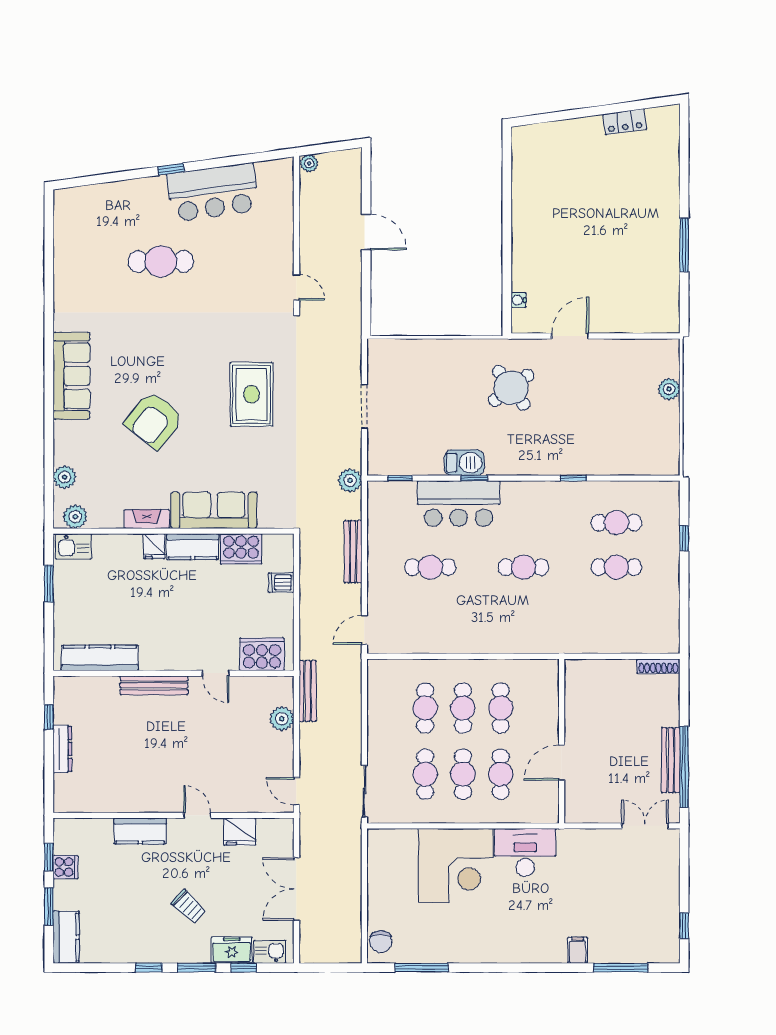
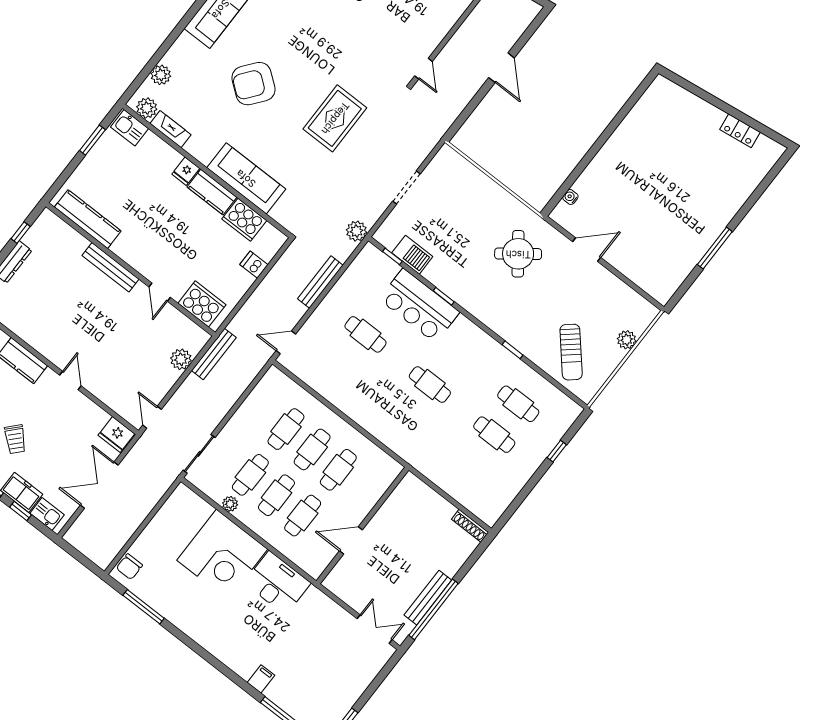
sun lounger: (628, 439) -> (571, 352), added
barbecue: (464, 463) -> (412, 255), moved
fireplace: (147, 519) -> (171, 129), moved
plant: (427, 814) -> (230, 504), added
fridge: (240, 832) -> (116, 434), moved

